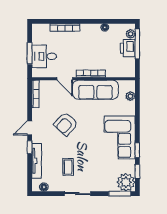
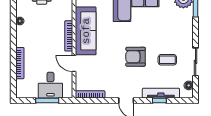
door: (65, 79) -> (74, 63), swing flipped
armchair: (66, 124) -> (136, 57), moved, turned 137
window: (30, 147) -> (159, 101), moved
sliding door: (77, 194) -> (196, 62), moved

